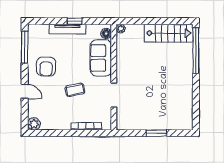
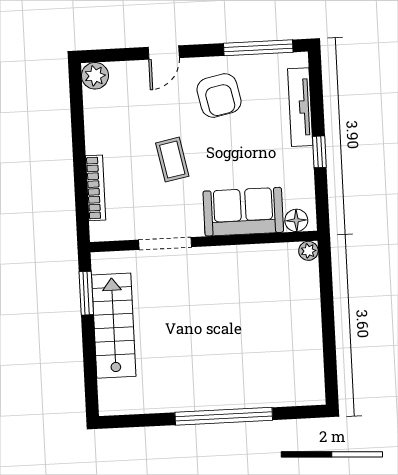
tv unit: (67, 29) -> (300, 107), moved
stairs: (169, 33) -> (114, 326), moved, turned 180
window: (196, 51) -> (224, 416), moved
armchair: (46, 67) -> (219, 95), turned -102
window: (156, 133) -> (86, 293), moved

